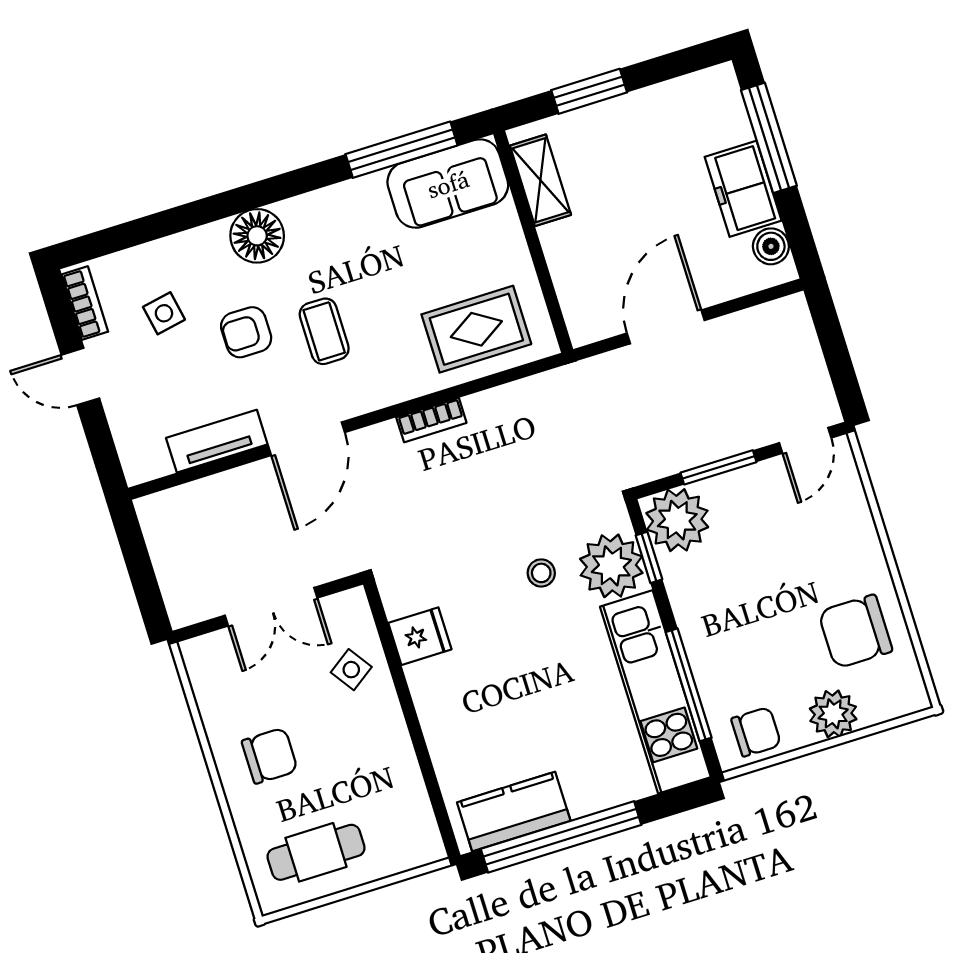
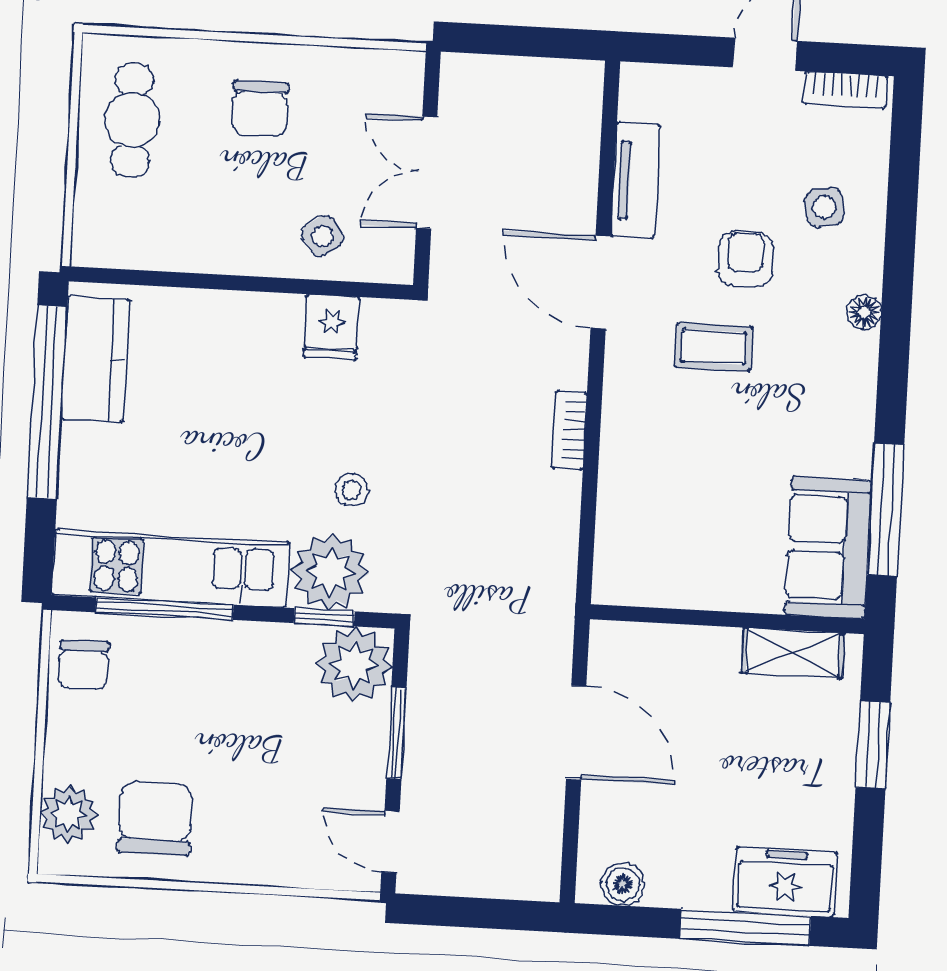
freezer: (743, 189) -> (785, 882), moved
floor lamp: (257, 236) -> (864, 312), width x0.53, depth x0.53
side table: (164, 313) -> (825, 207), moved
rug: (476, 329) -> (653, 519), removed
plant: (833, 714) -> (69, 814), moved

